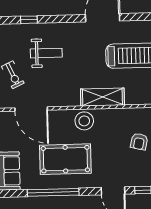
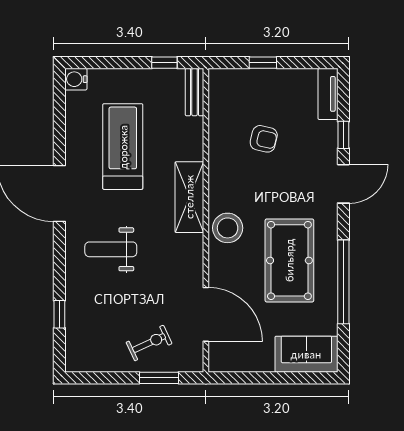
weight bench: (46, 53) -> (111, 249), moved, turned -90
door: (31, 109) -> (206, 314), hinge flipped

